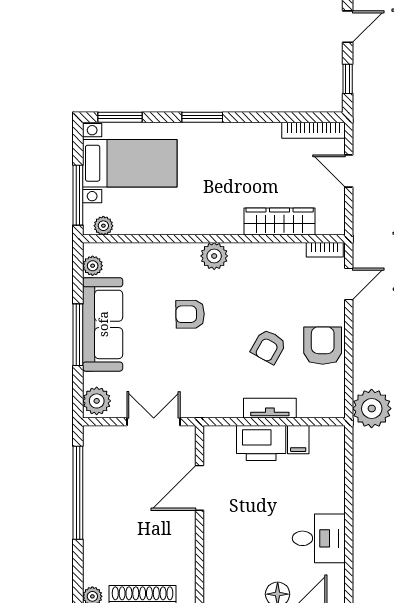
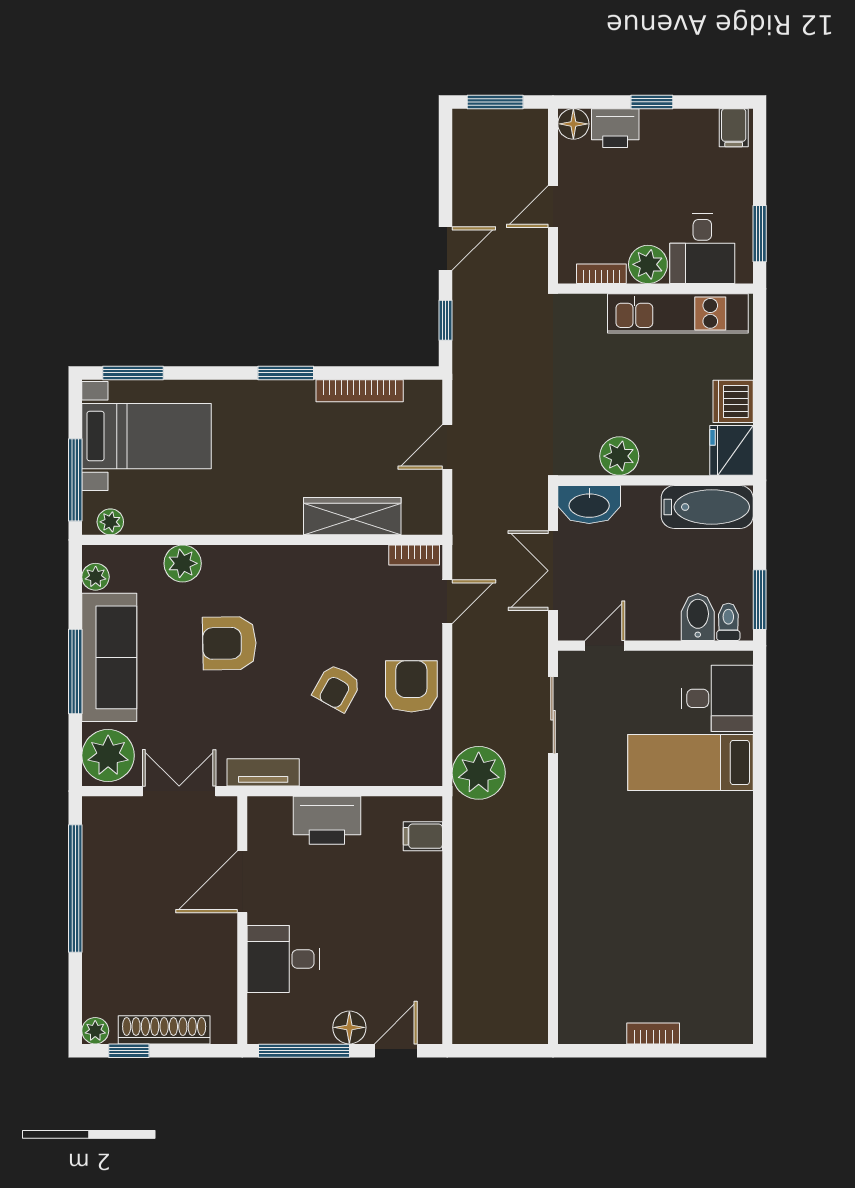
window: (202, 117) -> (286, 373), moved
bookcase: (313, 130) -> (360, 391), moved
door: (349, 171) -> (447, 447), hinge flipped
plant: (214, 256) -> (183, 563), moved
armchair: (190, 314) -> (229, 643), width x1.38, depth x1.38
plant: (97, 401) -> (108, 755), width x1.36, depth x1.36
tv unit: (270, 408) -> (263, 772), moved
filing cabinet: (298, 440) -> (423, 836), moved, turned 90
desk: (319, 538) -> (283, 959), moved, turned 180

